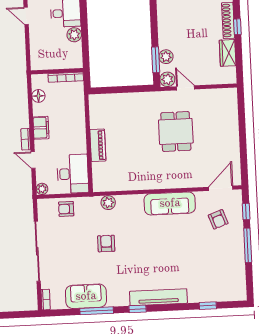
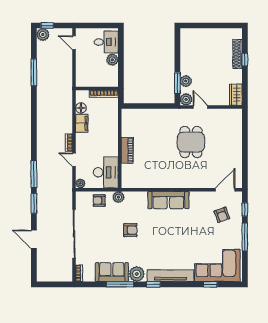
wardrobe: (228, 53) -> (236, 95), moved
filing cabinet: (41, 128) -> (82, 123), moved
plant: (108, 203) -> (118, 197), moved
sofa: (170, 203) -> (168, 200), moved
armchair: (106, 244) -> (130, 230), turned 90
corner sofa: (216, 282) -> (217, 265), added
plant: (117, 297) -> (137, 274), added

